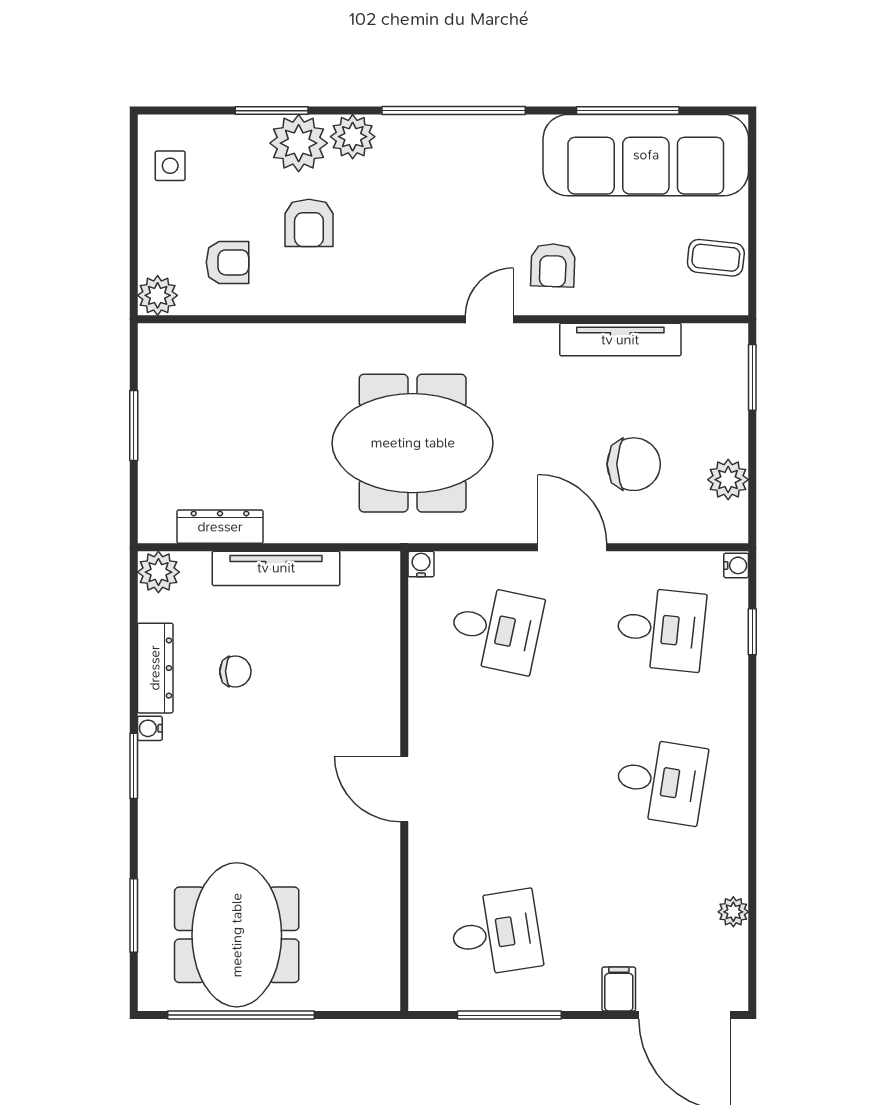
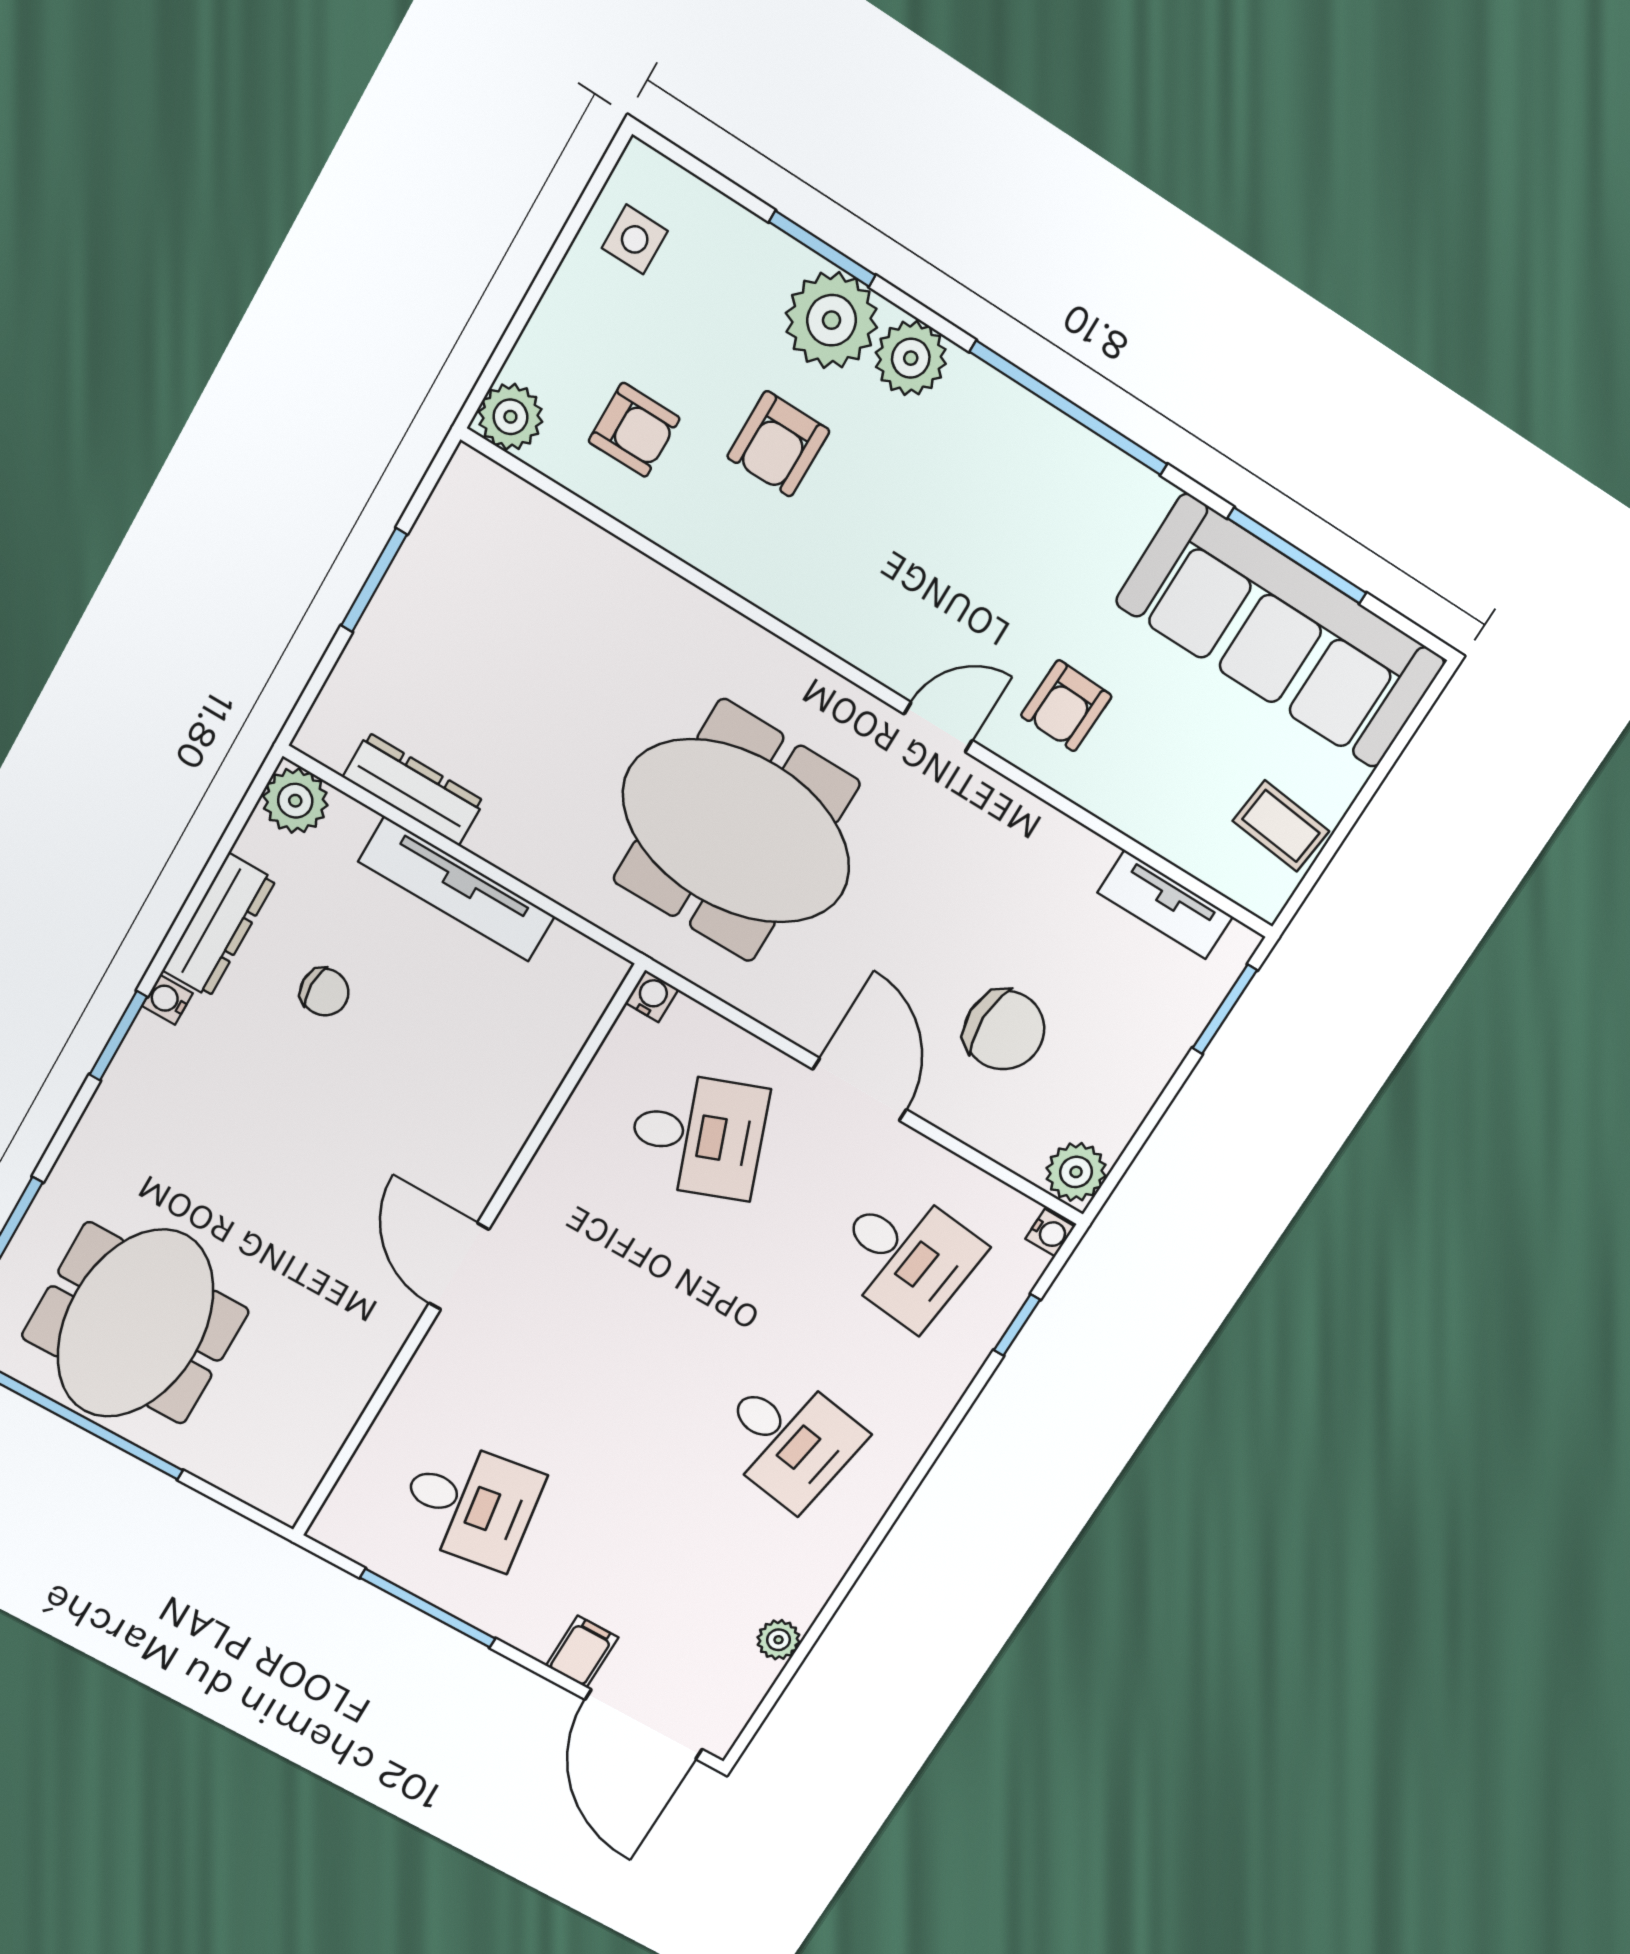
tv unit: (620, 340) -> (1165, 905), moved, width x0.71
plant: (728, 480) -> (1076, 1172), moved
desk: (496, 629) -> (698, 1135), turned -33

